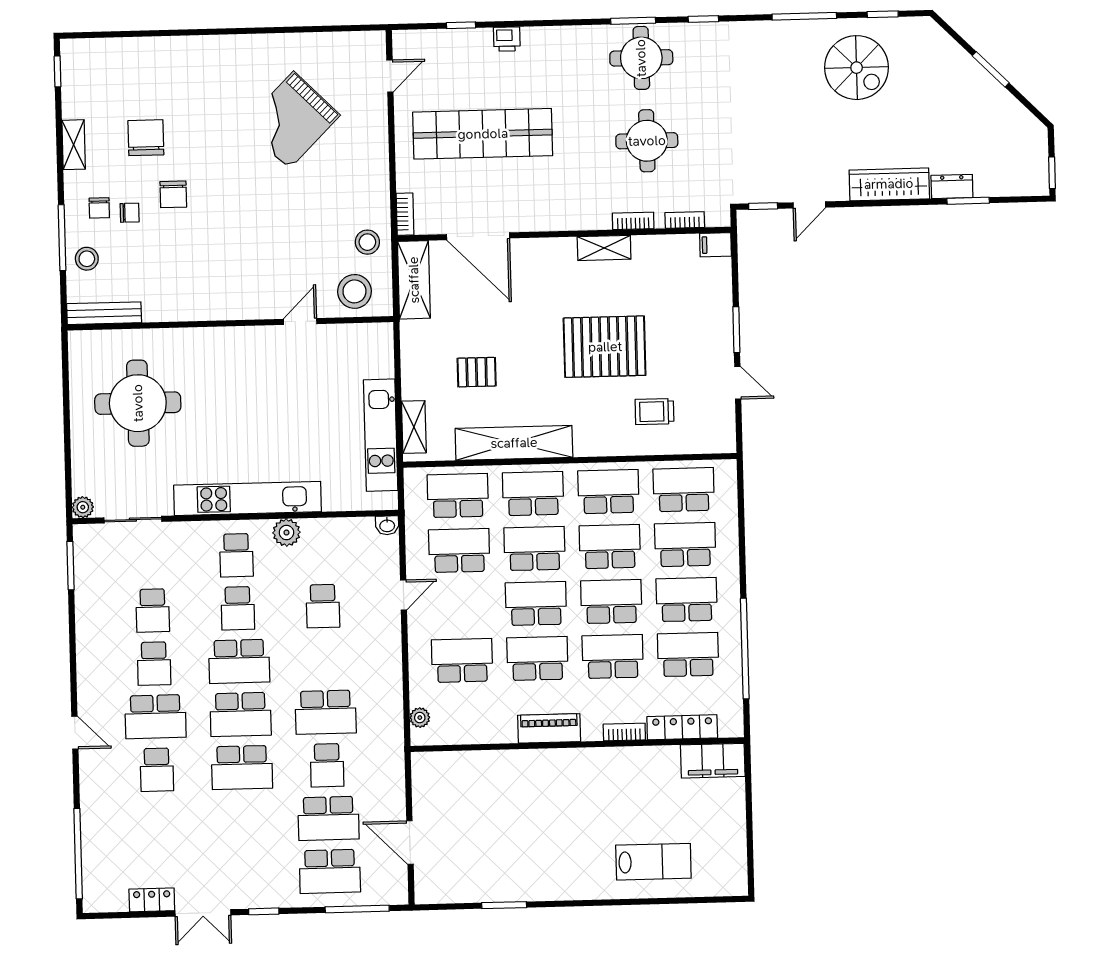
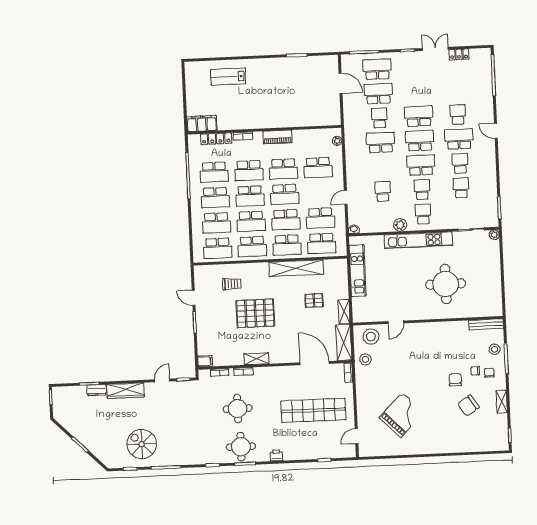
printer: (507, 39) -> (276, 455), moved
chair: (146, 138) -> (468, 406), turned 57
round table: (138, 403) -> (446, 284), moved
shelving: (414, 427) -> (344, 312), moved

